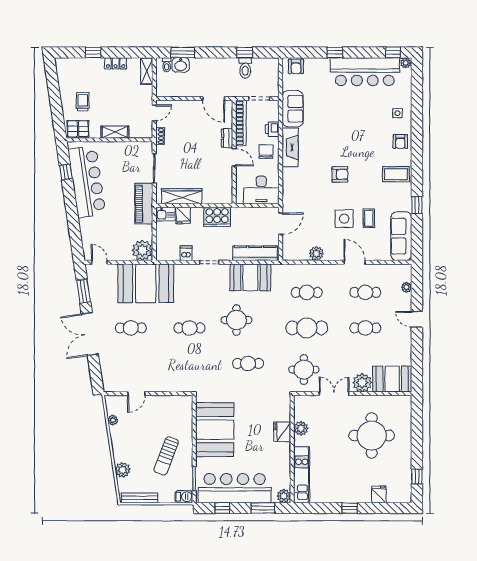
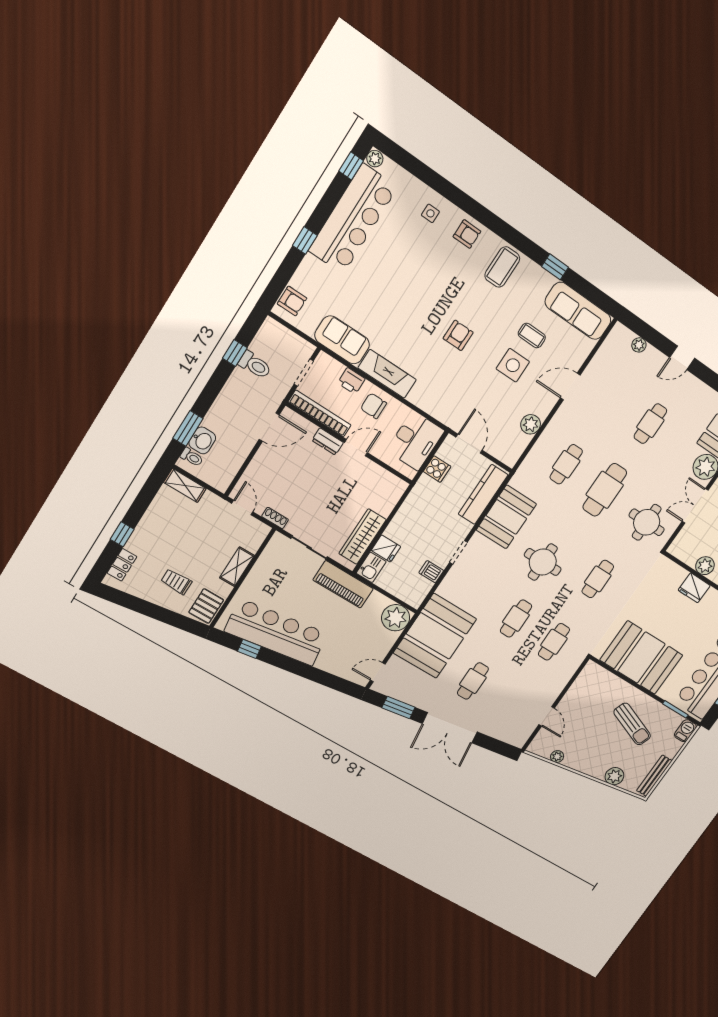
locker: (116, 63) -> (122, 565), moved
cooker: (217, 217) -> (437, 469), moved, width x0.53, depth x0.76
cafe table: (365, 292) -> (554, 642), moved

